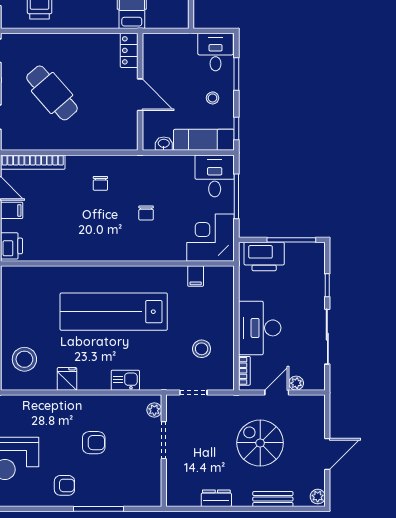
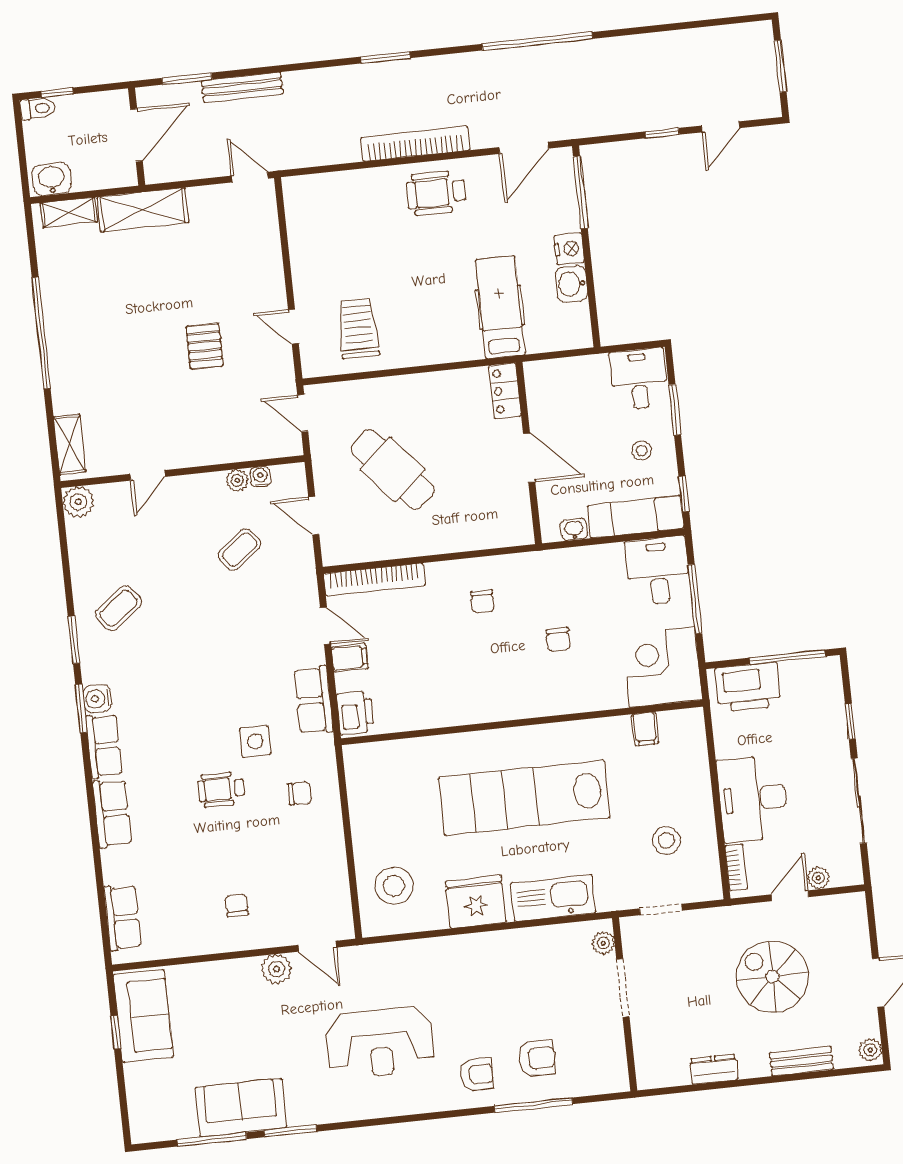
fridge: (67, 379) -> (476, 902), width x1.88, depth x1.34
kitchen sink: (125, 380) -> (553, 898), width x1.88, depth x1.24
armchair: (94, 443) -> (537, 1058), moved

